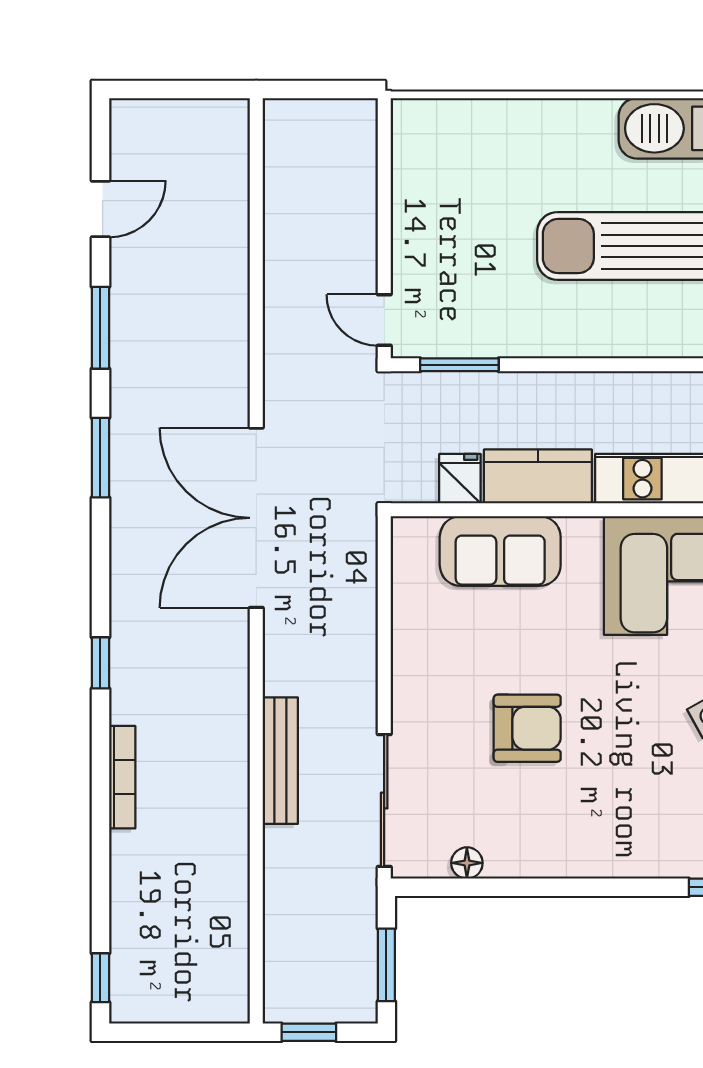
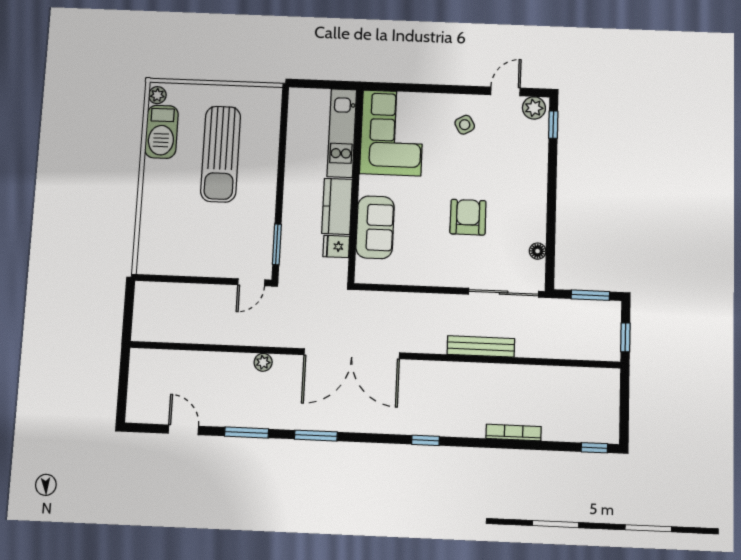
plant: (233, 351) -> (263, 362), added
bookcase: (122, 777) -> (514, 432), moved

